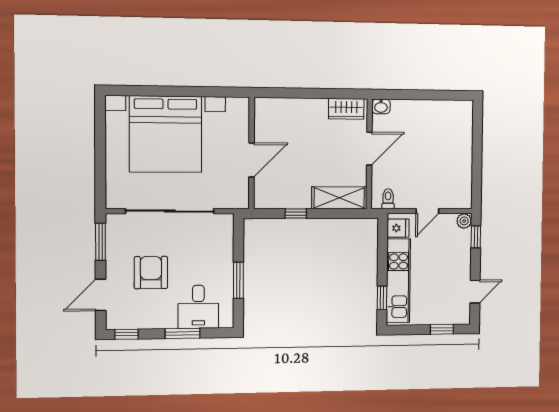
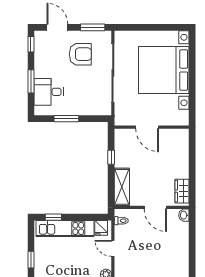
armchair: (151, 273) -> (80, 54), moved

